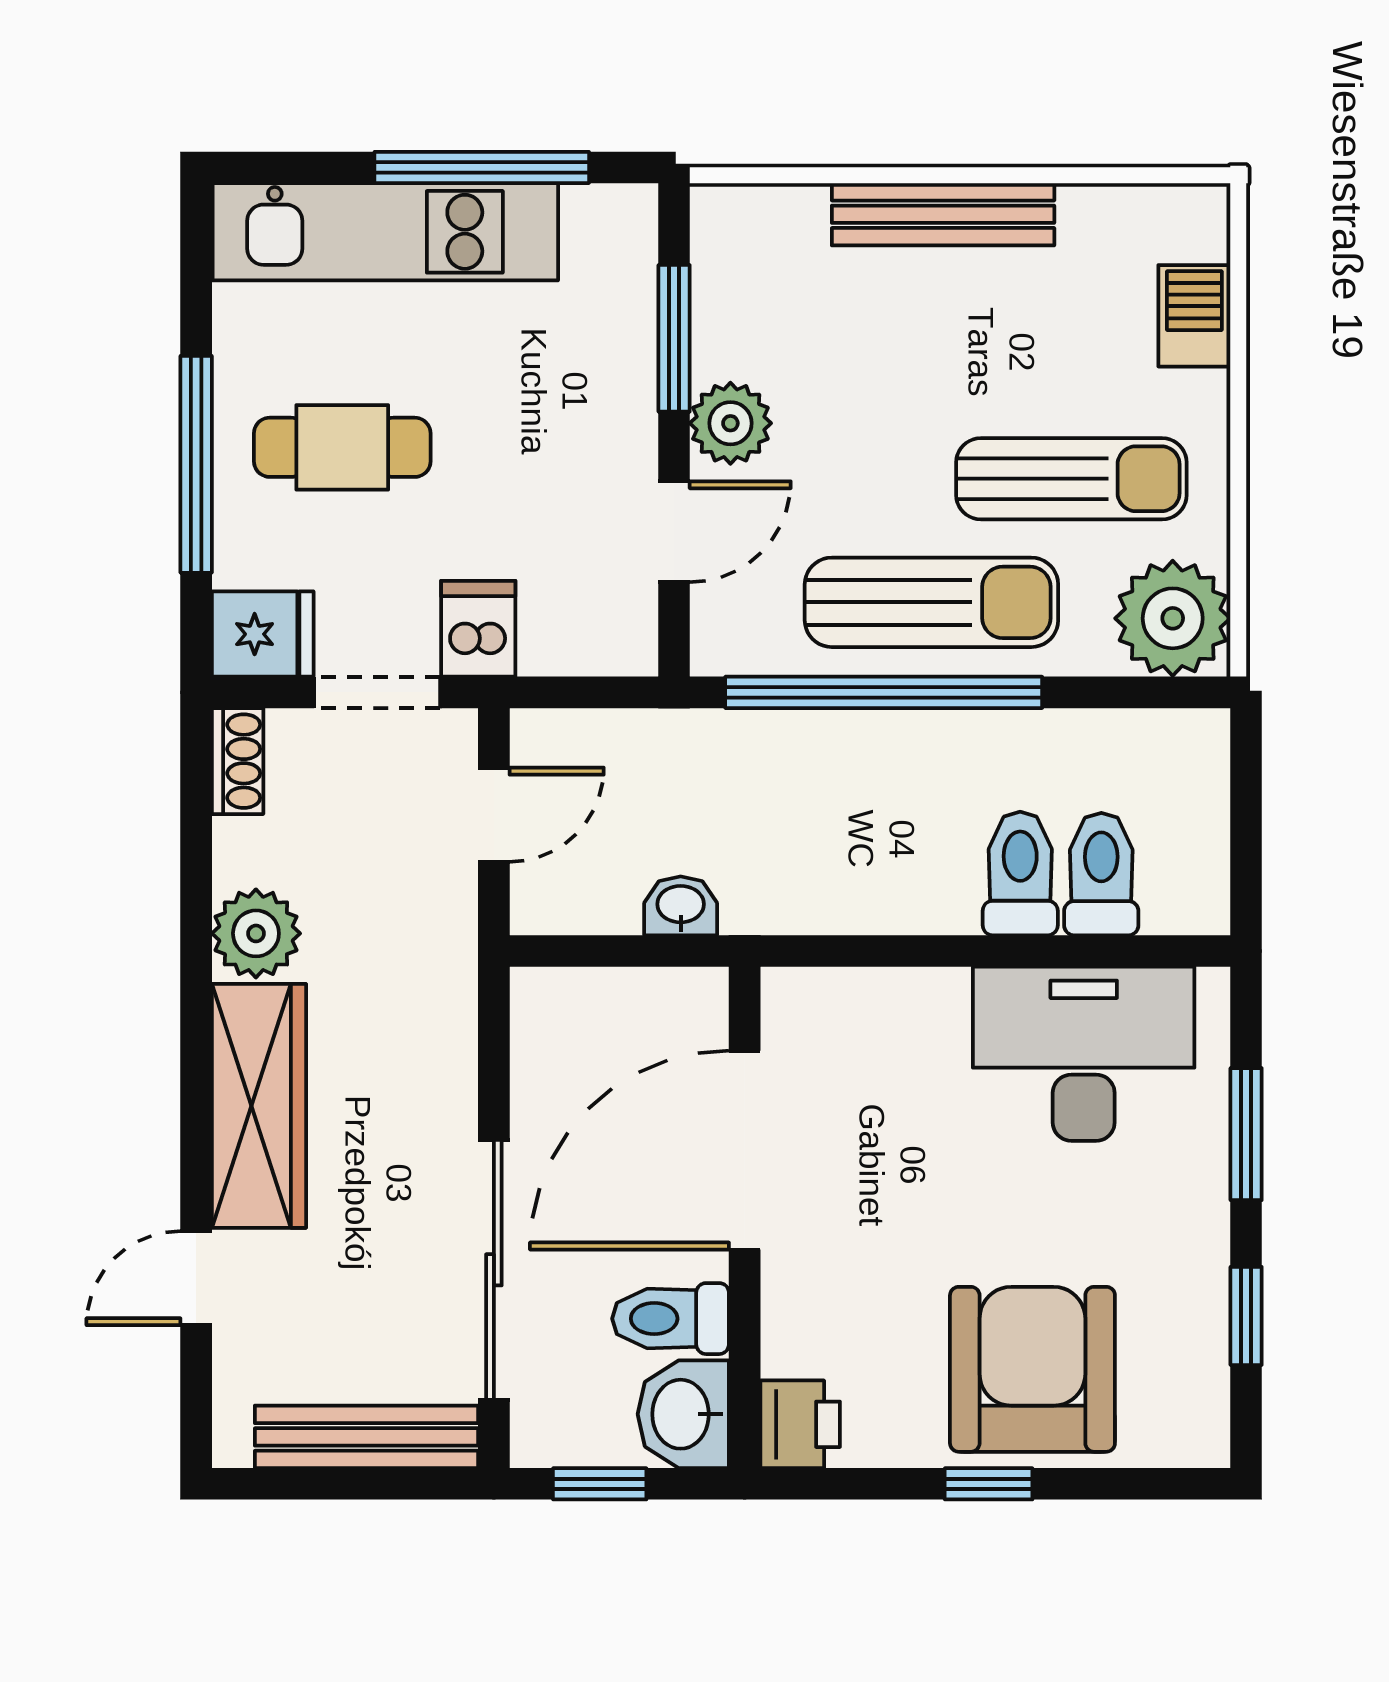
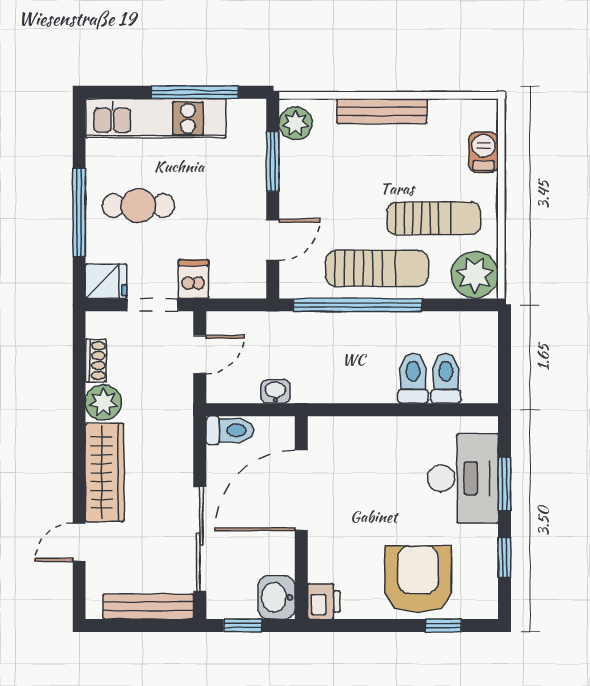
plant: (730, 423) -> (296, 123), moved
shoe rack: (238, 761) -> (96, 361), moved
desk: (1084, 1054) -> (463, 478), moved, turned 90
toilet: (671, 1319) -> (230, 430), moved, turned 180
window: (989, 1484) -> (443, 626), moved

